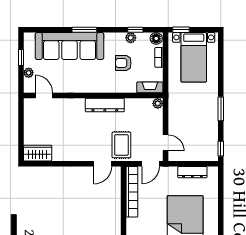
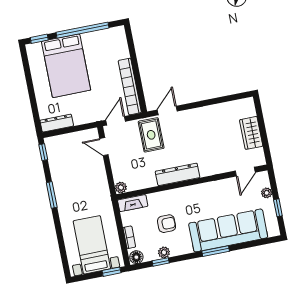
door: (44, 96) -> (245, 172), hinge flipped
wardrobe: (38, 153) -> (251, 133), moved, turned 90
dresser: (192, 172) -> (57, 123), moved

